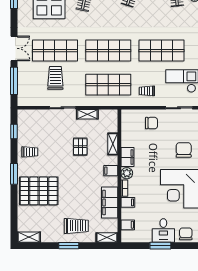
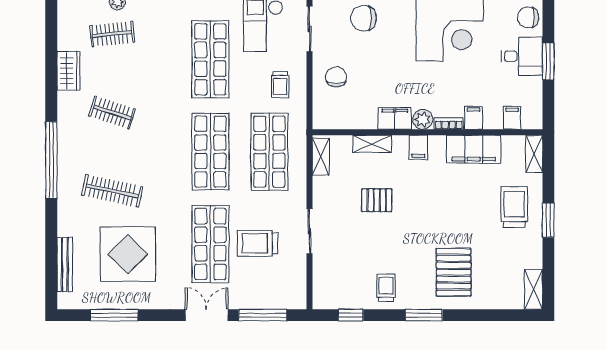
shelving: (87, 114) -> (321, 157), moved
chair: (184, 150) -> (363, 18), moved
pallet: (39, 191) -> (454, 272), width x0.73, depth x0.71

